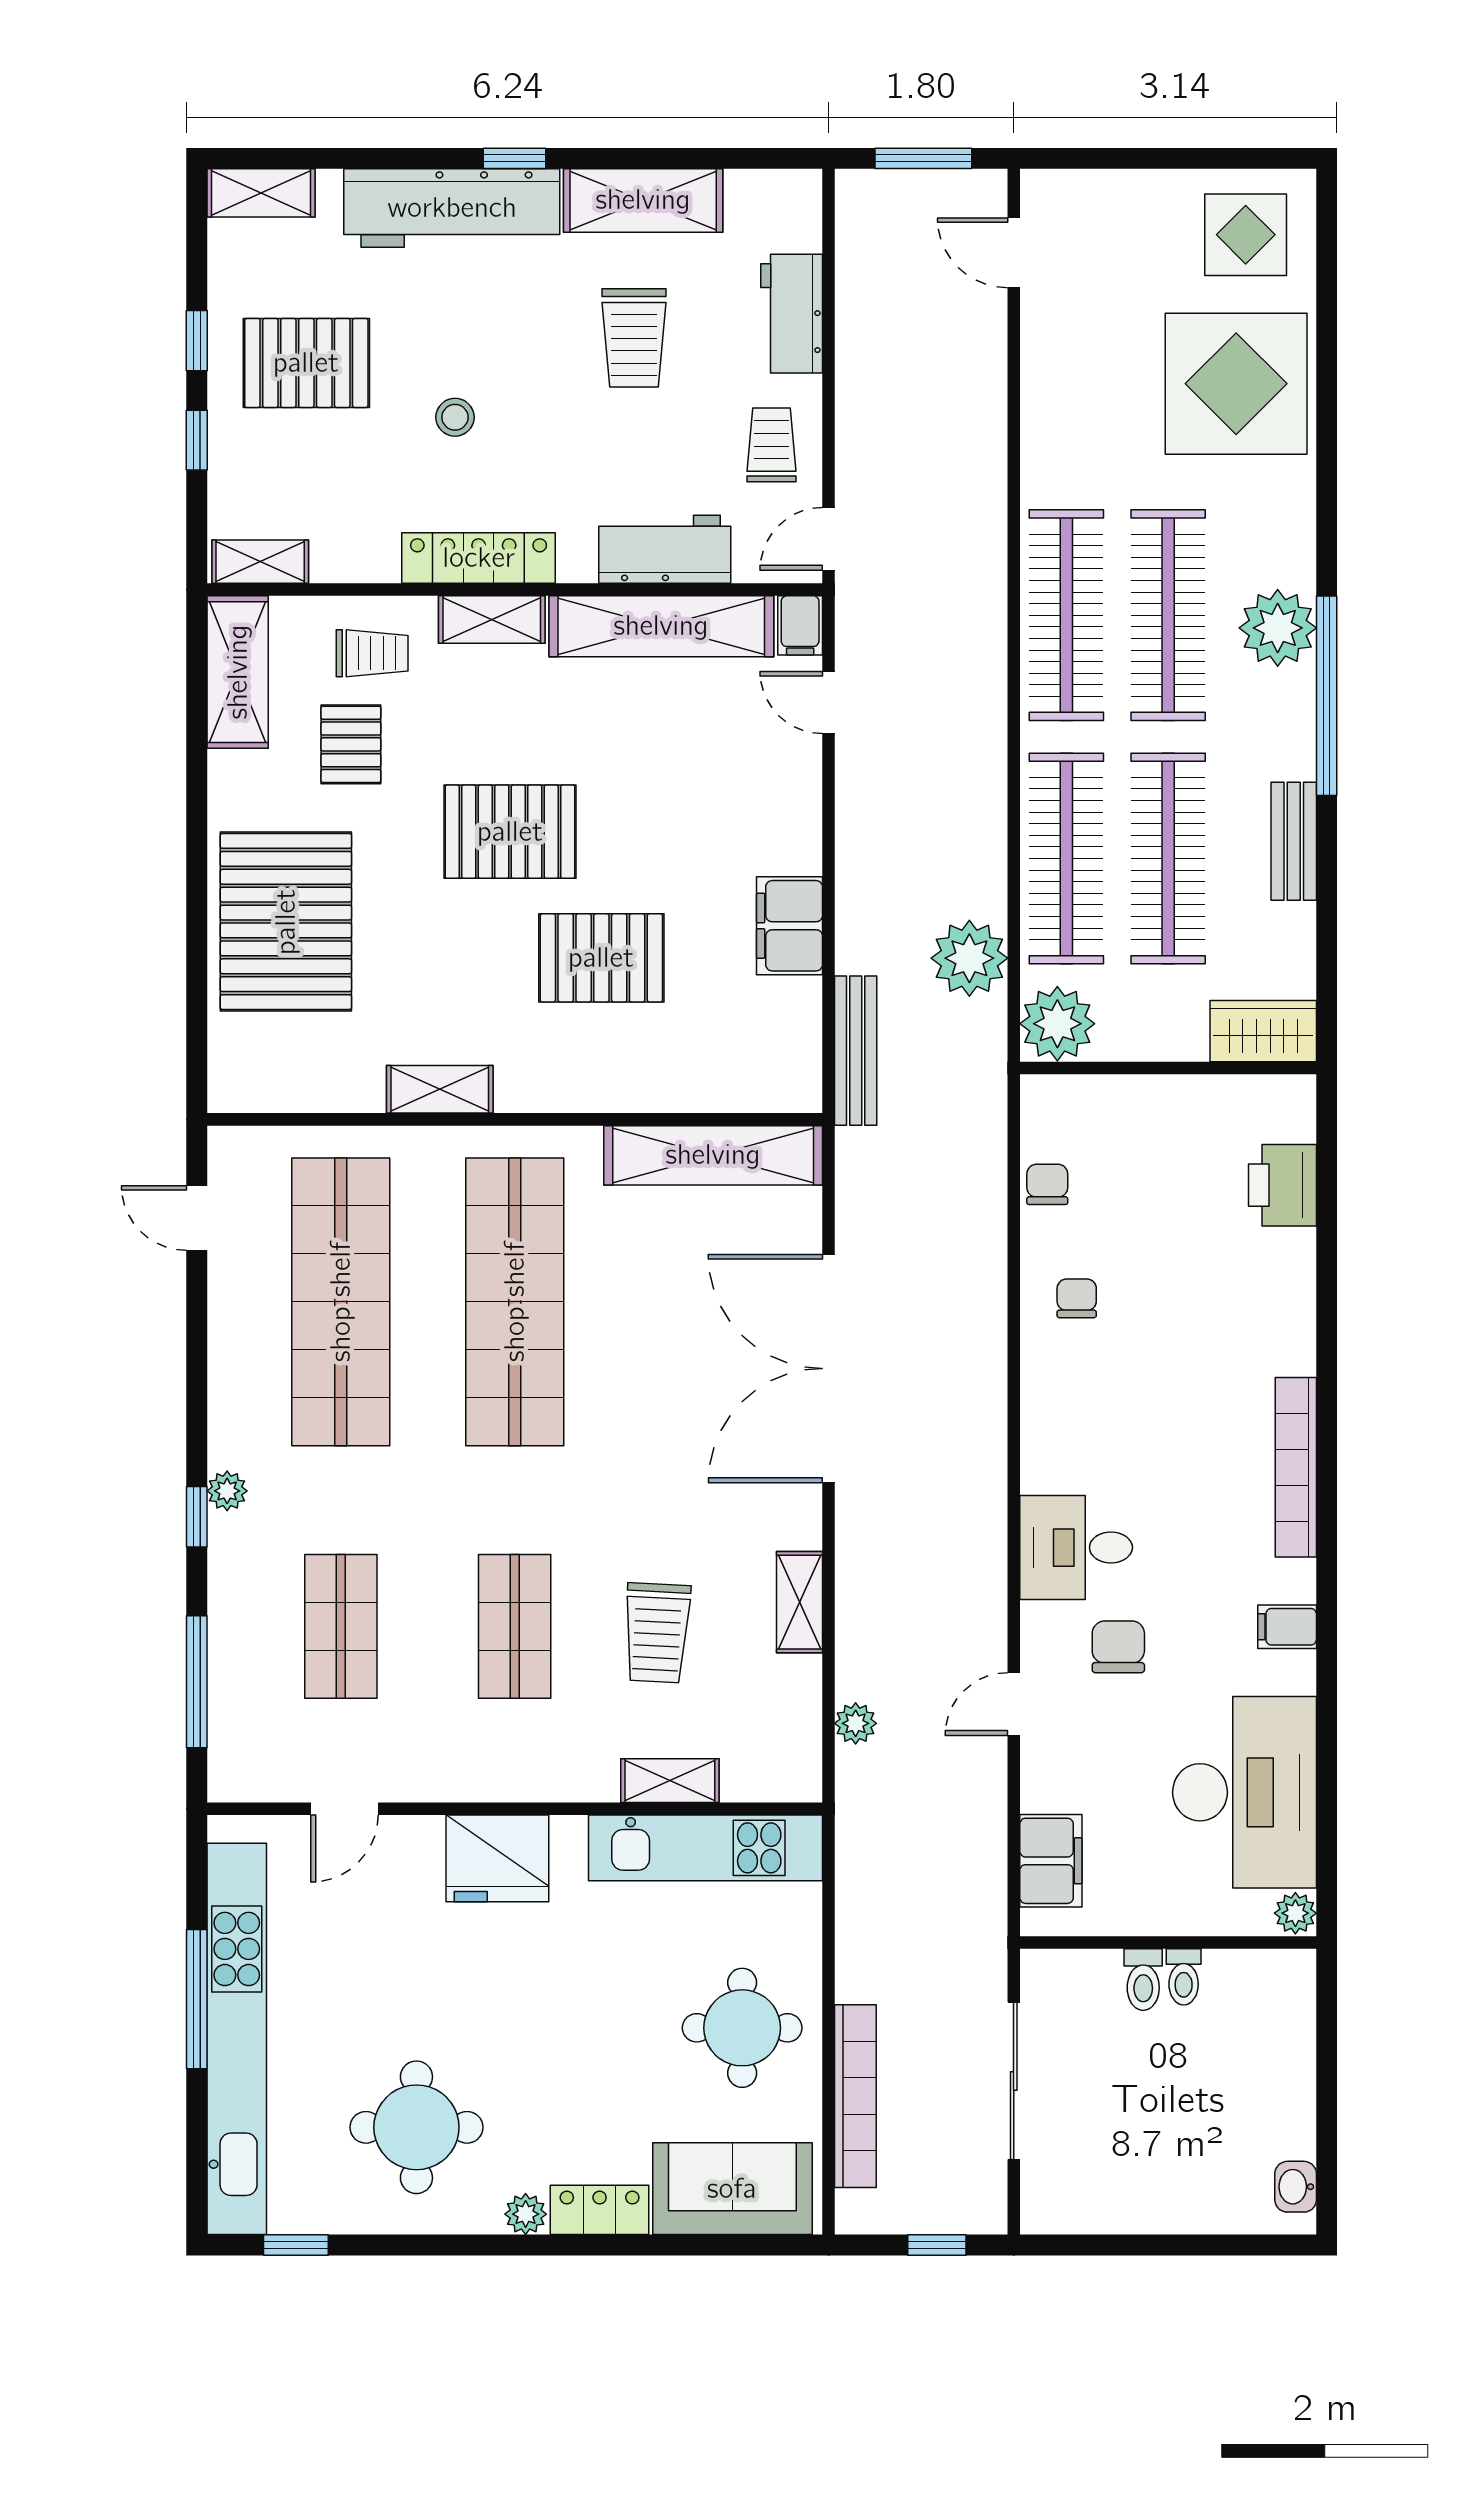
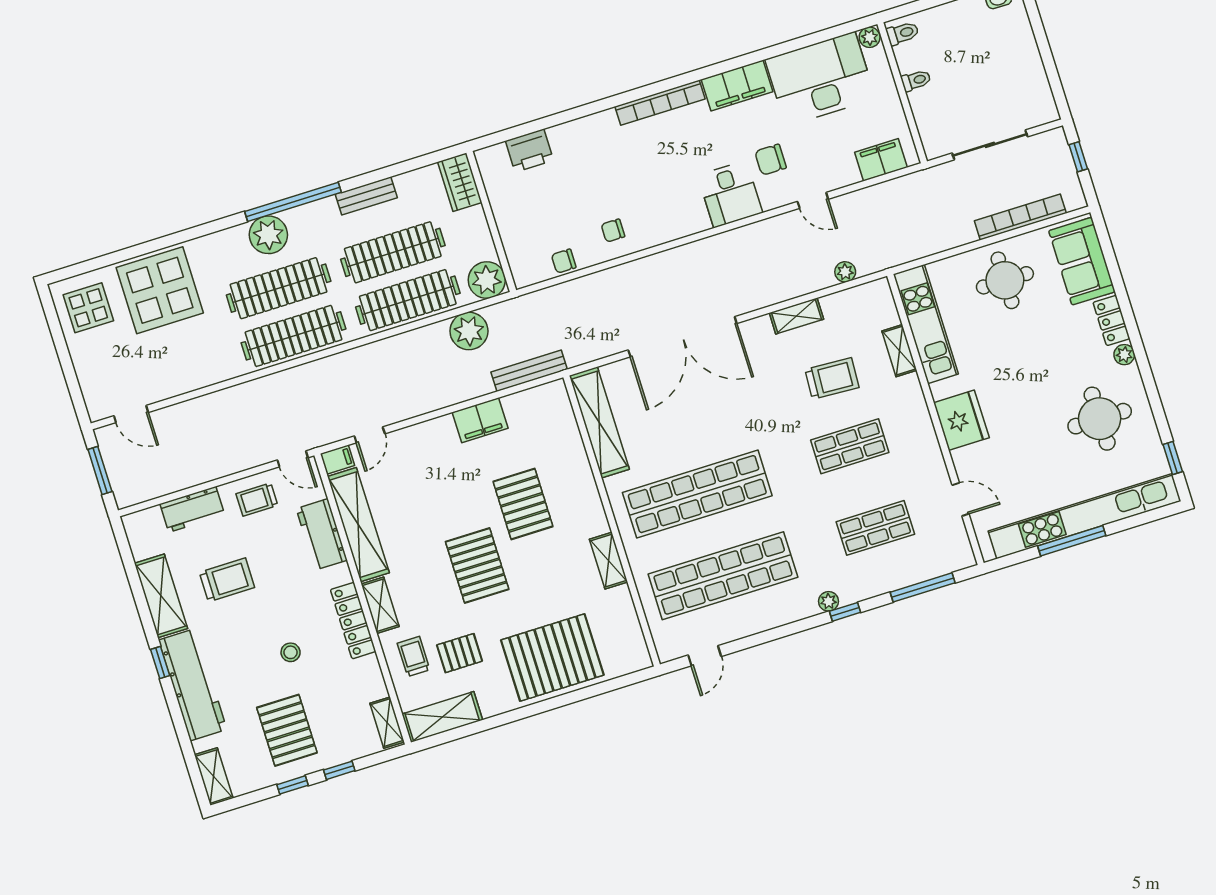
door: (1014, 253) -> (131, 414), hinge flipped
filing cabinet: (1287, 1627) -> (737, 86), width x3.00, depth x1.17
toilet: (1143, 1980) -> (903, 33), moved

